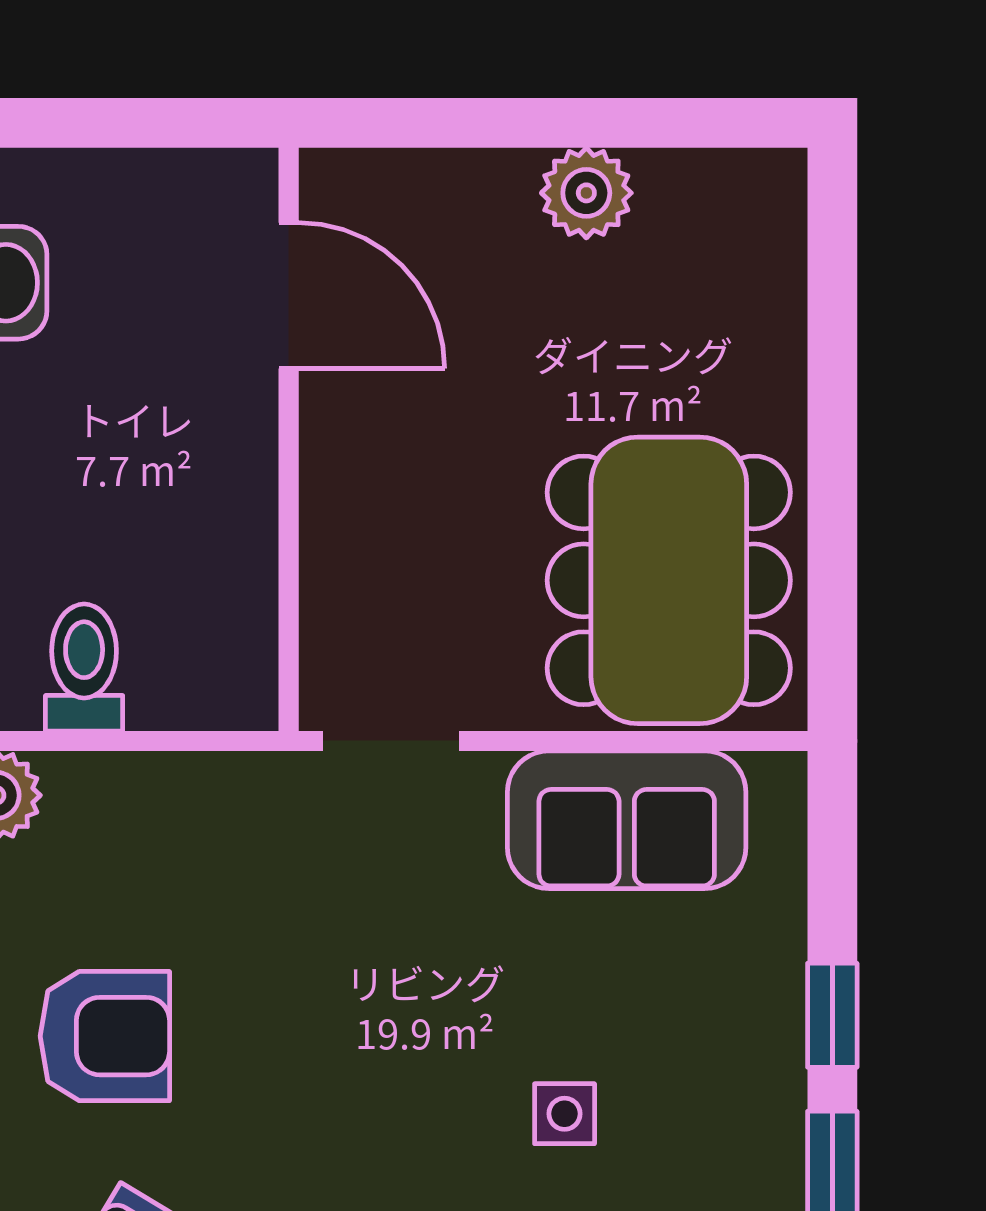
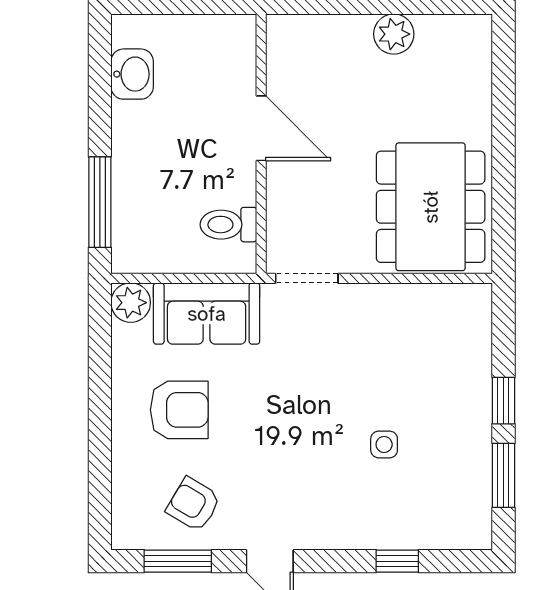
door: (289, 296) -> (261, 128), moved
toilet: (84, 667) -> (228, 225), moved, turned -90
sofa: (627, 820) -> (207, 314), moved

